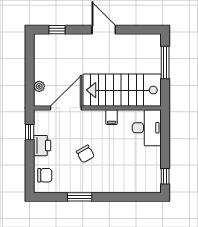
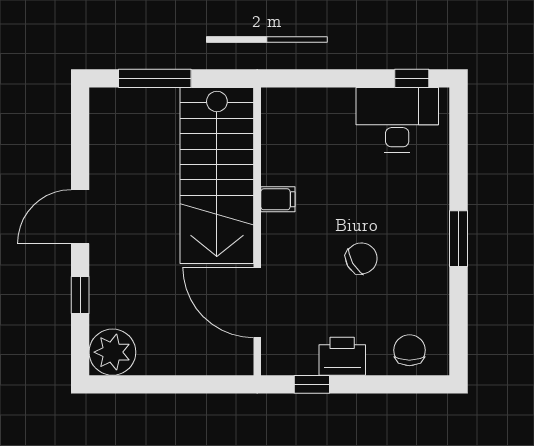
window: (57, 30) -> (80, 295), moved
plant: (39, 86) -> (112, 352), moved, width x1.88, depth x1.88
desk: (147, 128) -> (397, 120), moved
window: (80, 197) -> (459, 239), moved

